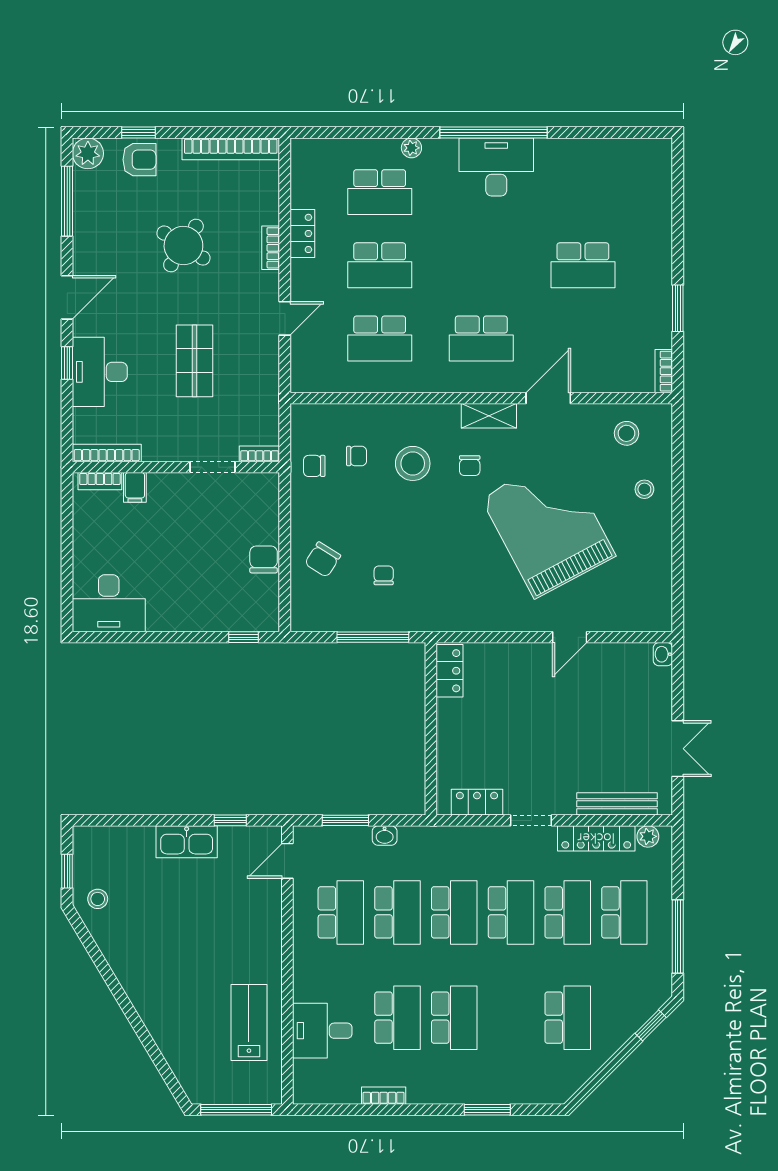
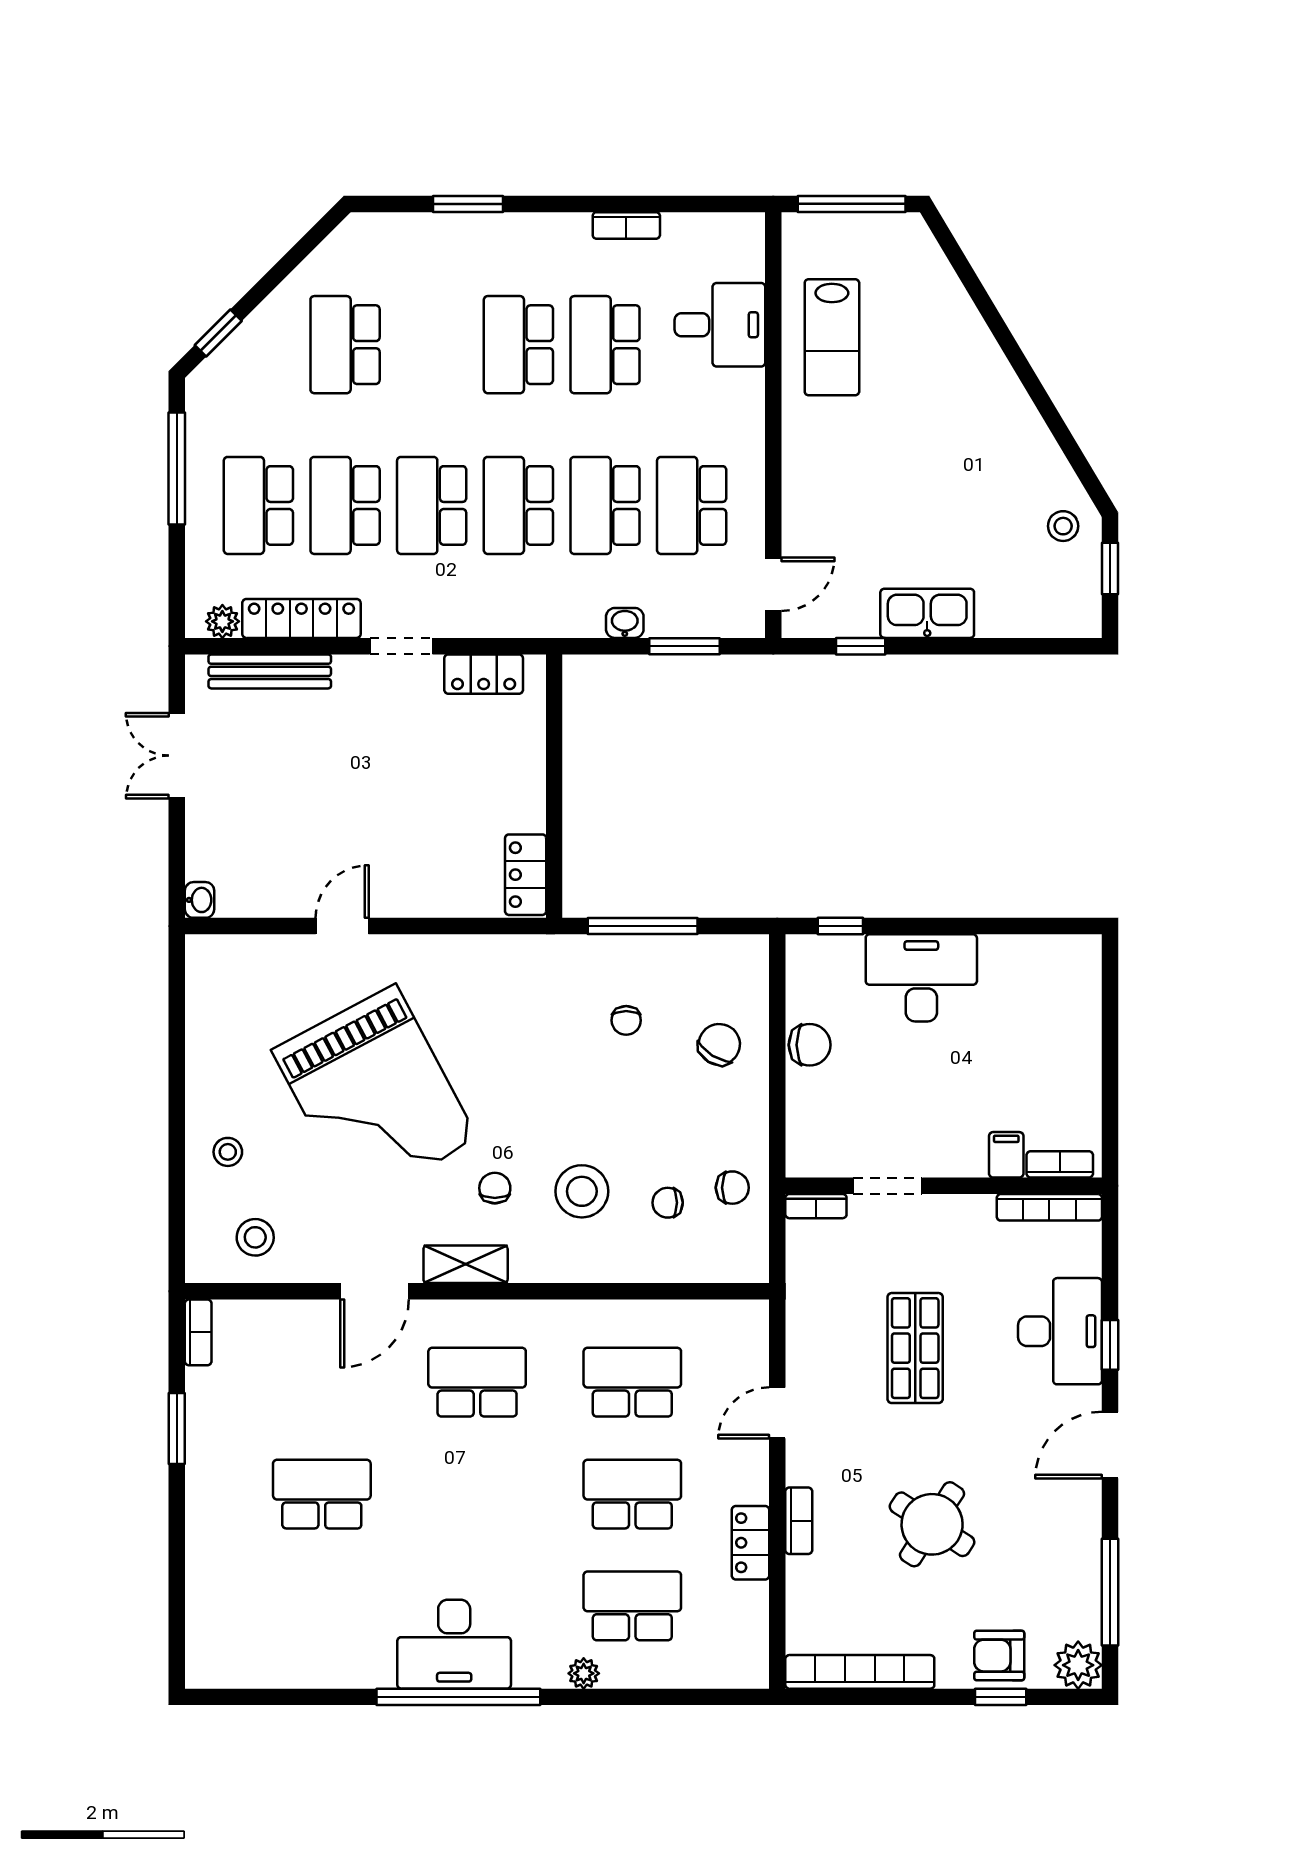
chair: (264, 559) -> (810, 1045), turned -90
desk: (109, 603) -> (921, 978), moved

